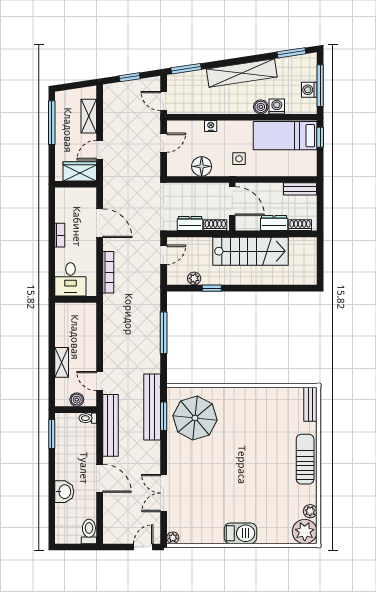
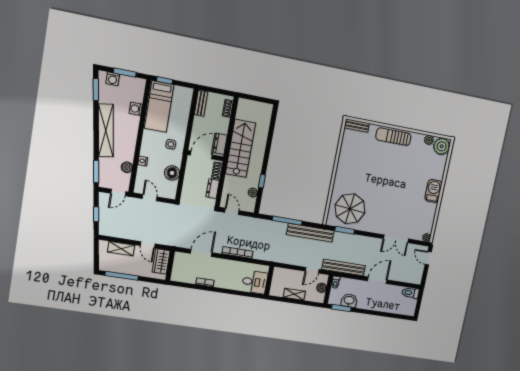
window: (320, 86) -> (125, 73), width x0.69
washing machine: (309, 90) -> (113, 79), moved
boiler: (261, 107) -> (127, 167), moved
dresser: (274, 223) -> (220, 144), moved
desk: (70, 279) -> (255, 282), moved
wall: (76, 299) -> (269, 281), moved
bench: (152, 407) -> (310, 233), moved
washbasin: (64, 492) -> (349, 301), moved

